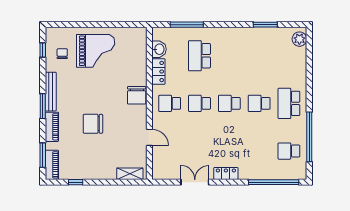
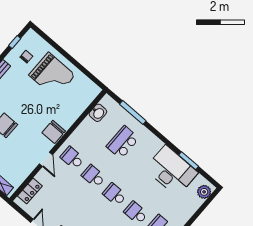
desk: (258, 45) -> (171, 171), added
locker: (158, 72) -> (30, 191), moved
door: (149, 137) -> (46, 159), moved

